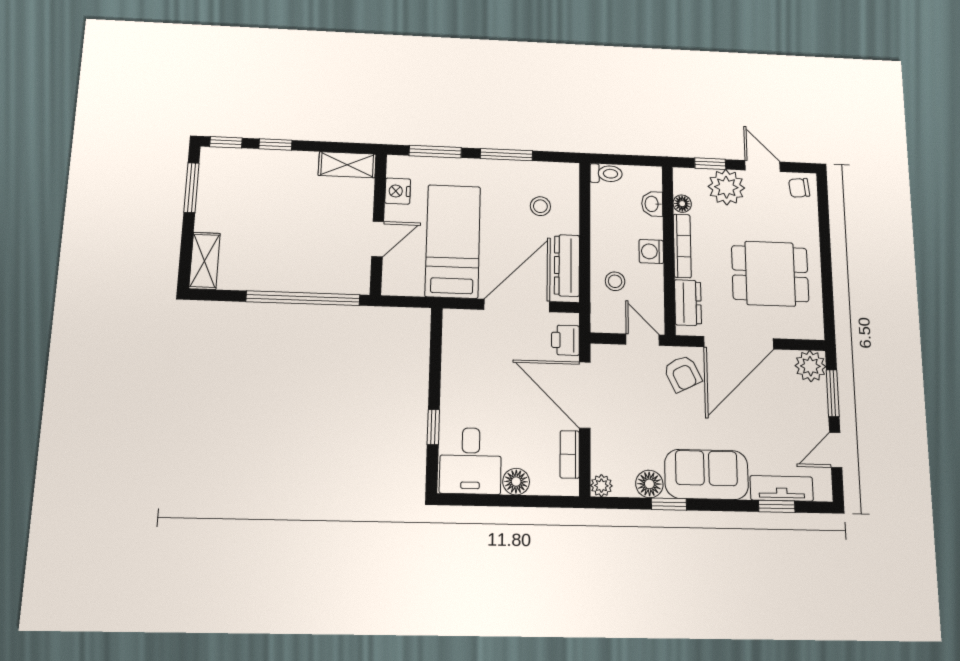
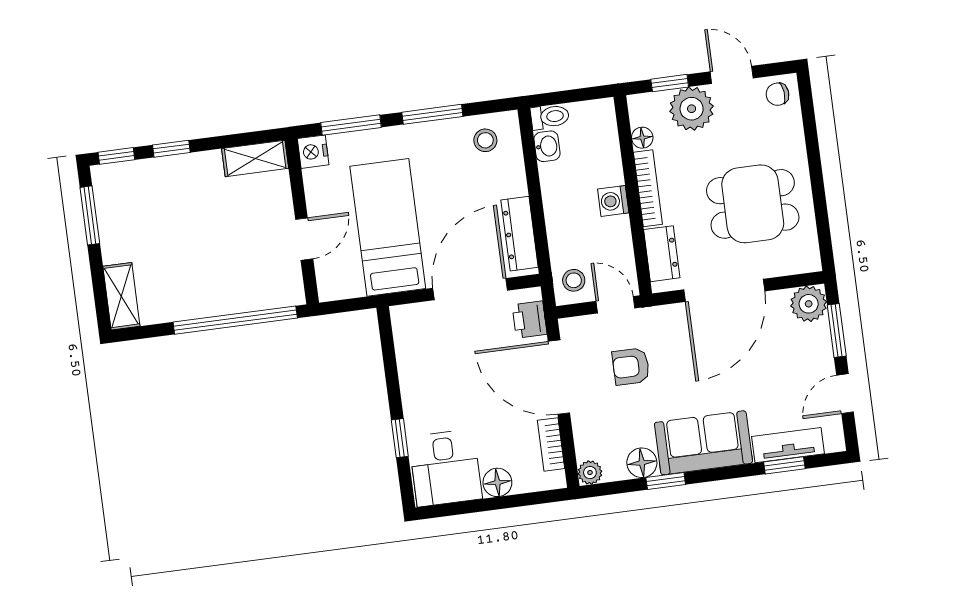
nightstand: (398, 191) -> (313, 152), moved
washbasin: (652, 204) -> (547, 146), moved, turned 180
stool: (540, 206) -> (485, 140), moved
stool: (615, 281) -> (574, 280), moved
armchair: (683, 374) -> (631, 366), moved, turned 116

